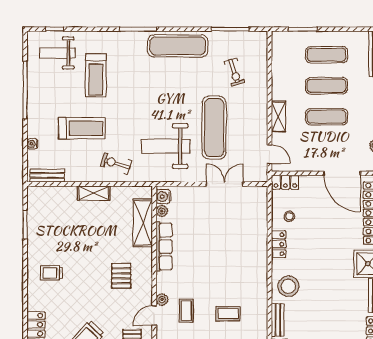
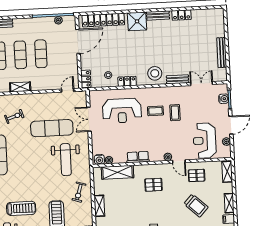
shelving: (278, 116) -> (20, 87), moved
reception desk: (235, 234) -> (122, 111), added
row of seats: (164, 247) -> (138, 157), width x0.68
coffee table: (186, 311) -> (155, 111), moved

